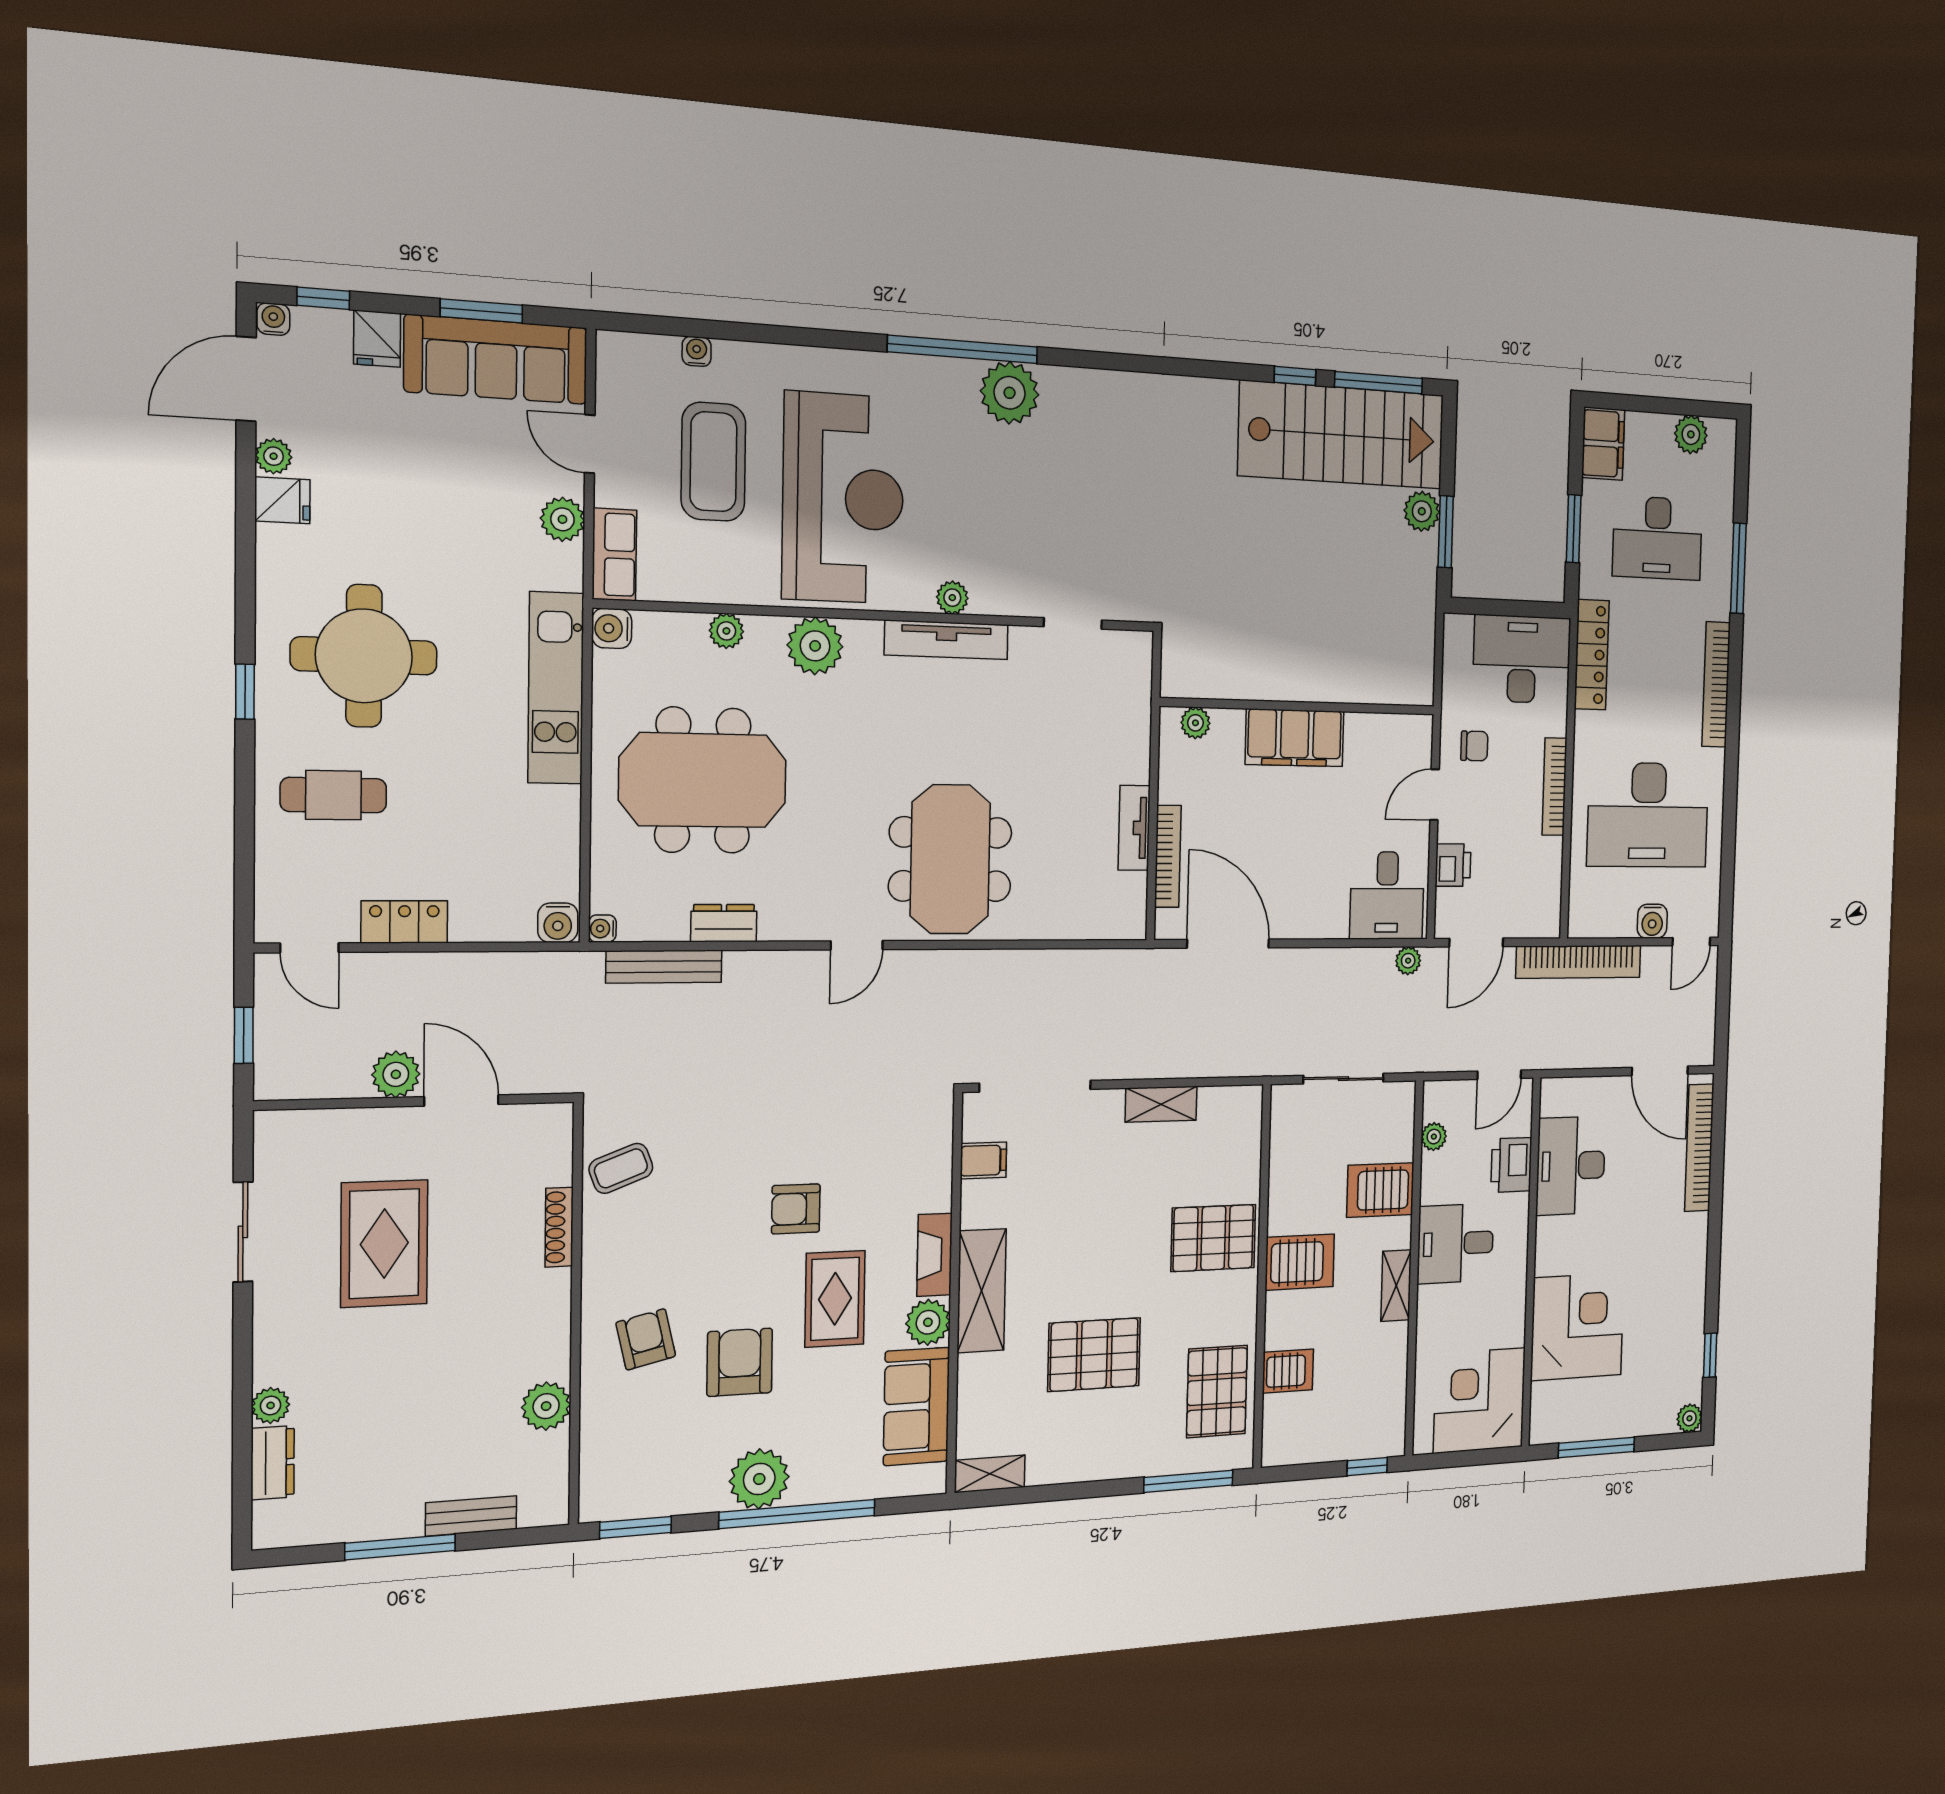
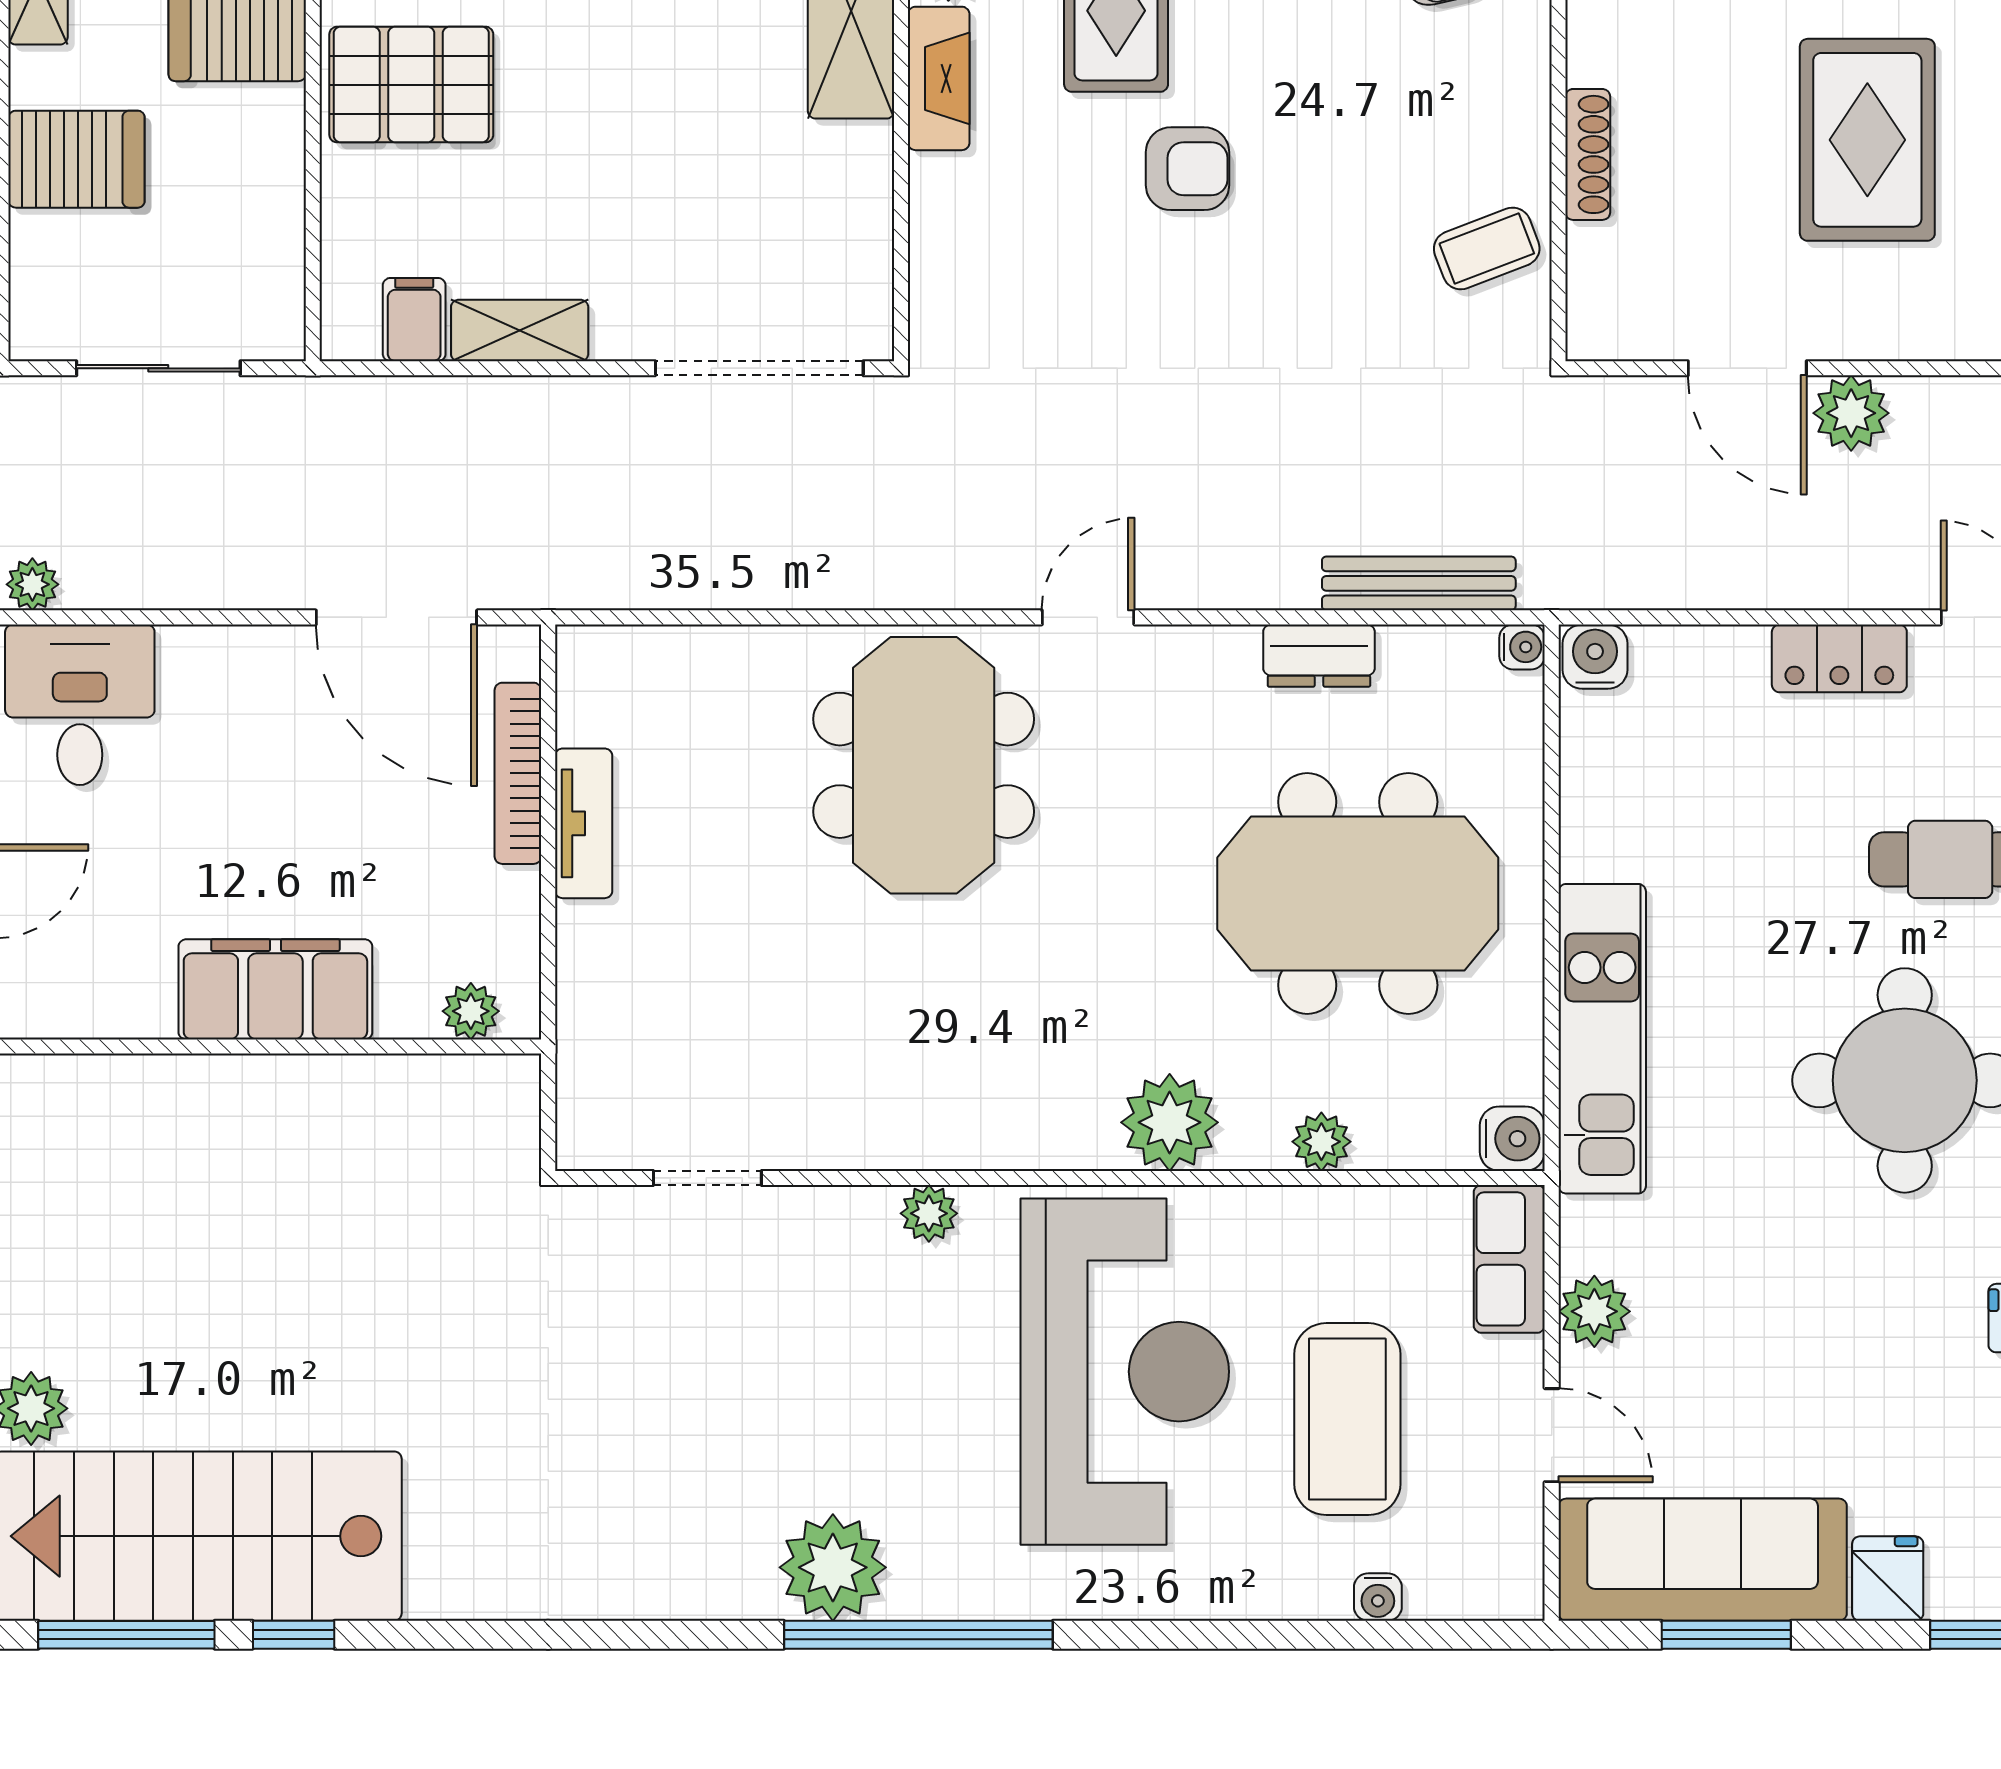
reception desk: (843, 498) -> (1125, 1372), turned 180
tv unit: (946, 640) -> (938, 1141), removed
filing cabinet: (984, 1160) -> (414, 320), moved, turned 90

